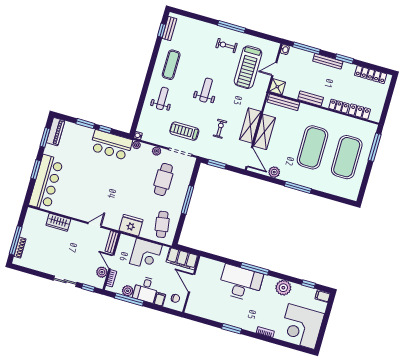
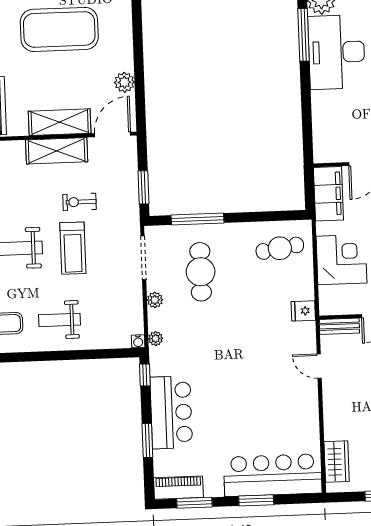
window: (105, 129) -> (145, 375), moved
treadmill: (184, 131) -> (73, 248), moved
bar counter: (111, 145) -> (171, 412), moved
cafe table: (163, 179) -> (201, 272), turned 90
window: (298, 187) -> (138, 32), removed
window: (187, 200) -> (197, 219), moved
wardrobe: (58, 222) -> (337, 462), moved
fridge: (131, 225) -> (303, 311), width x0.53, depth x0.75
window: (255, 269) -> (304, 35), moved
desk: (241, 283) -> (337, 52), moved

